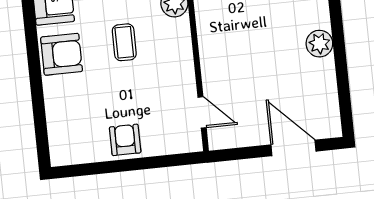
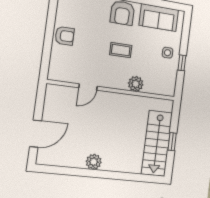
door: (202, 112) -> (88, 87), moved

